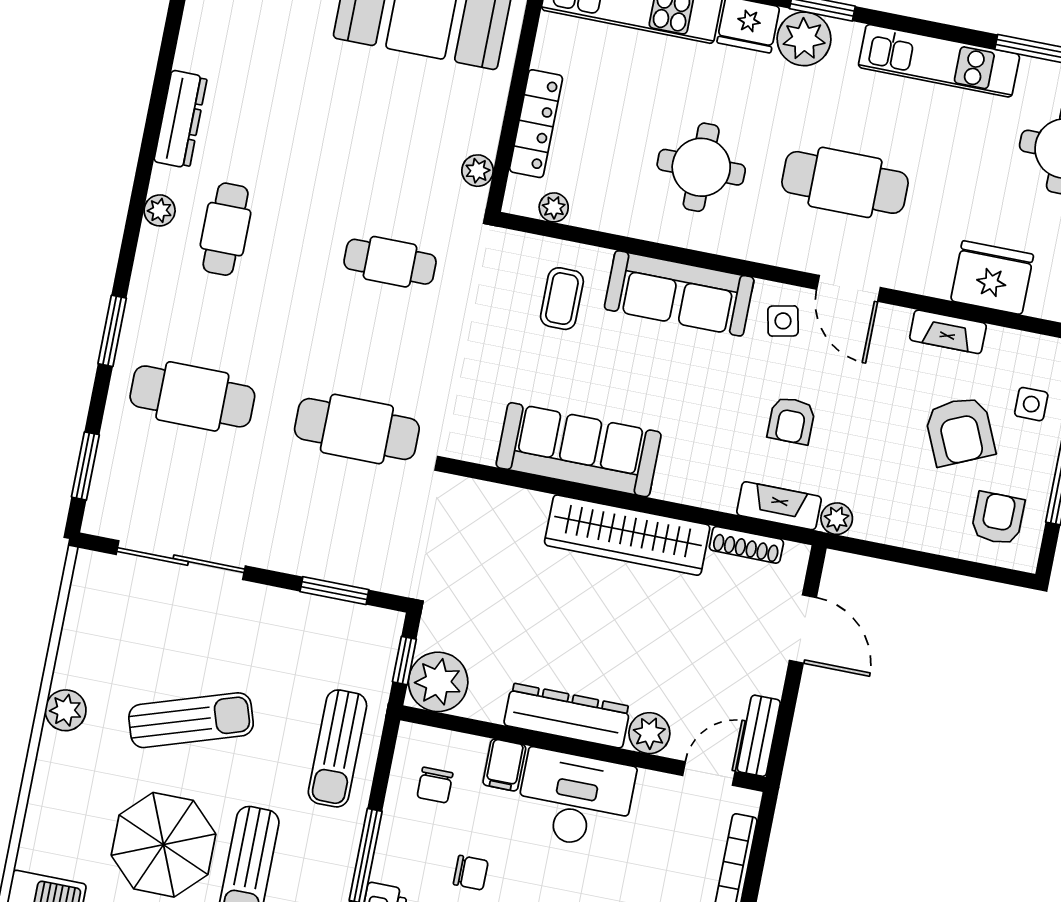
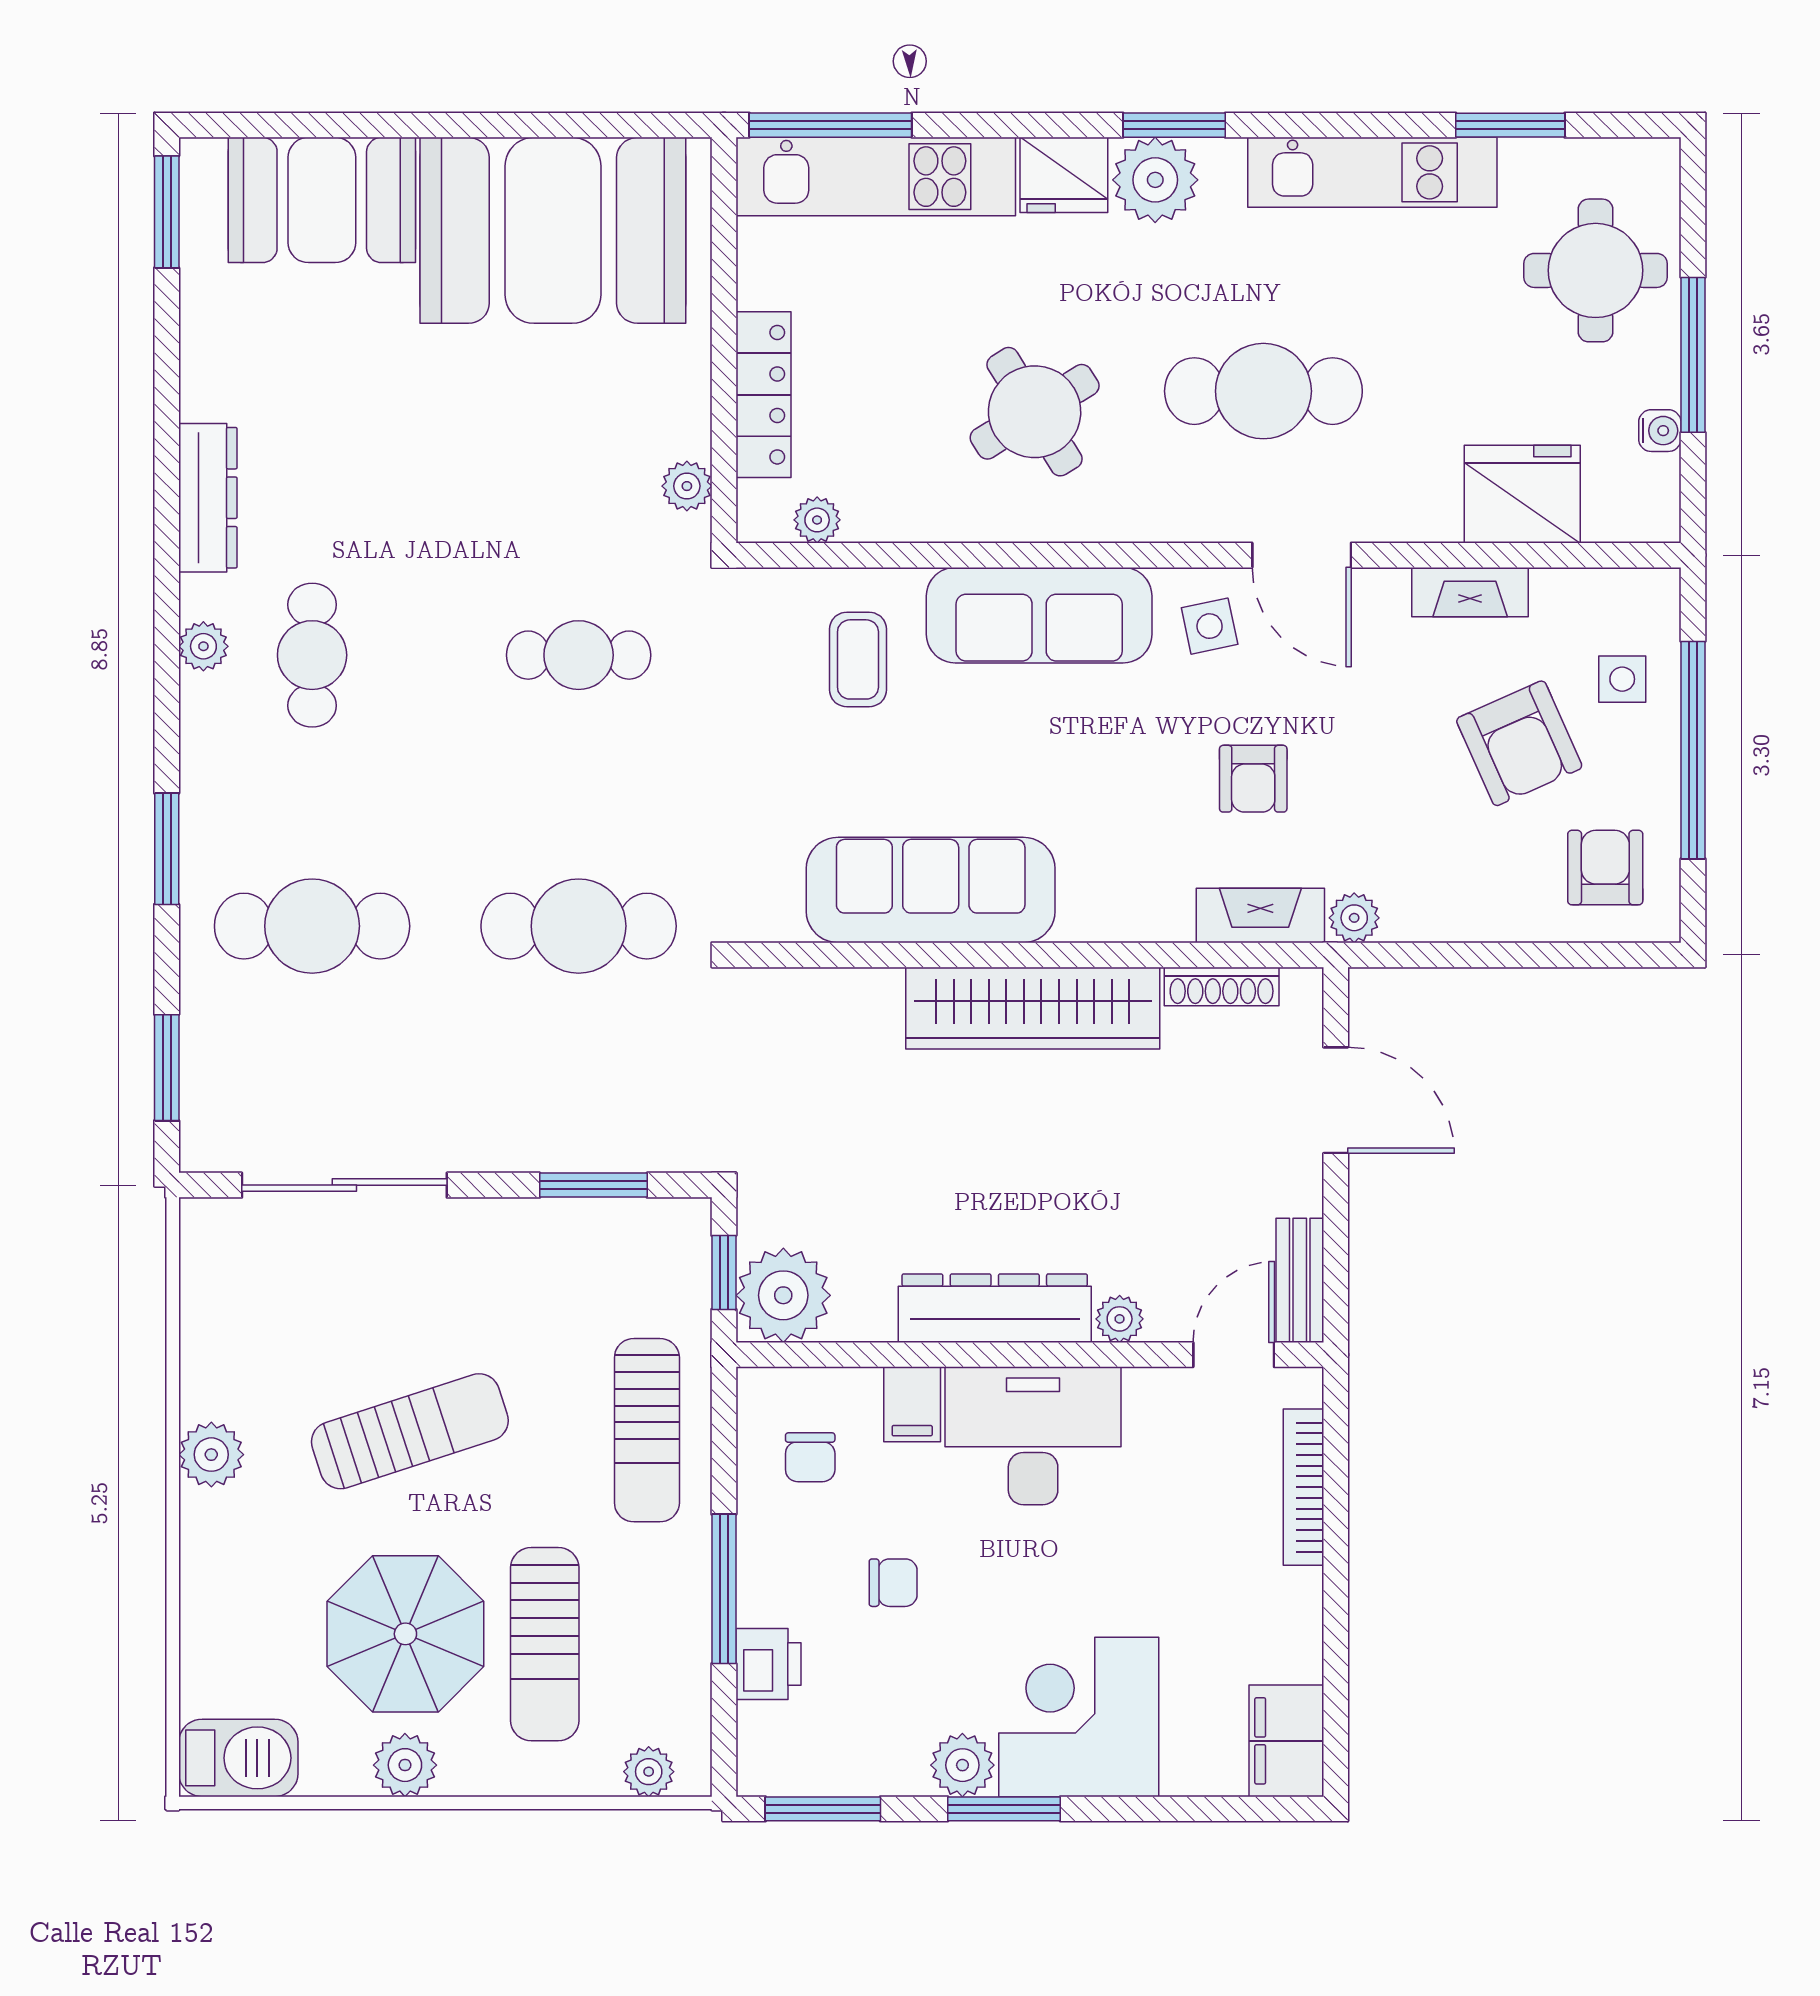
round table: (701, 167) -> (1035, 412), turned -32
plant: (649, 733) -> (1120, 1319), width x0.73, depth x0.73

